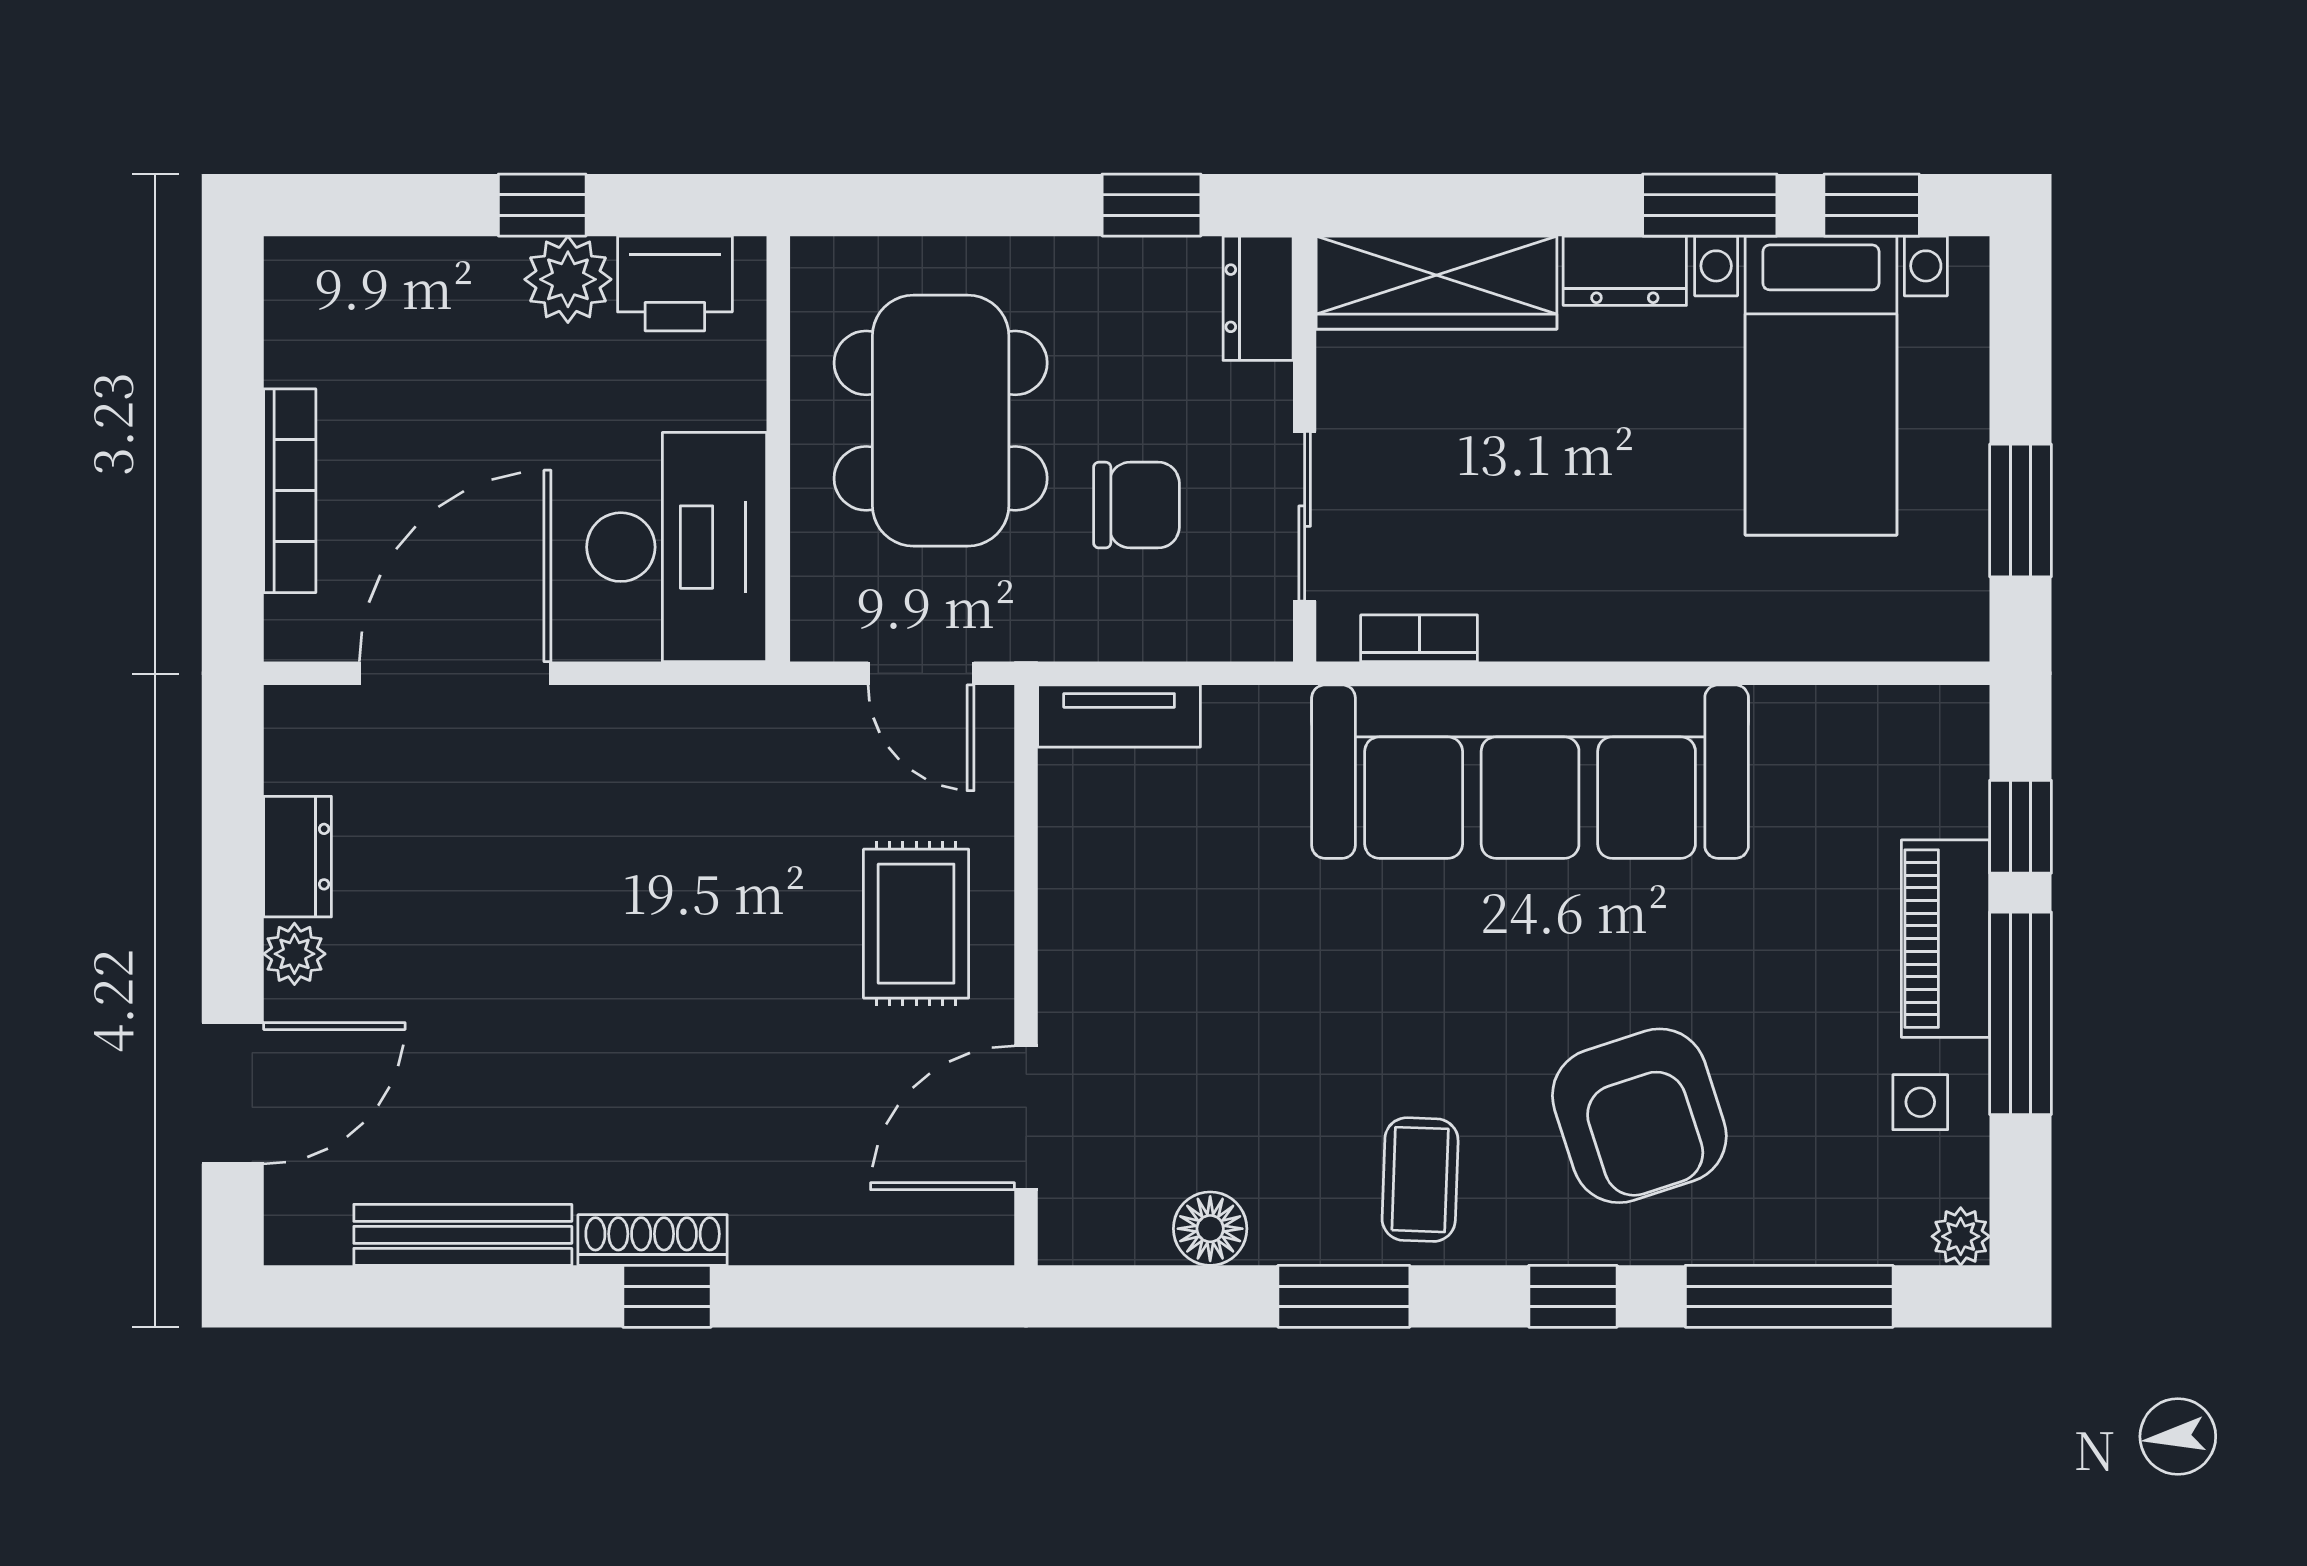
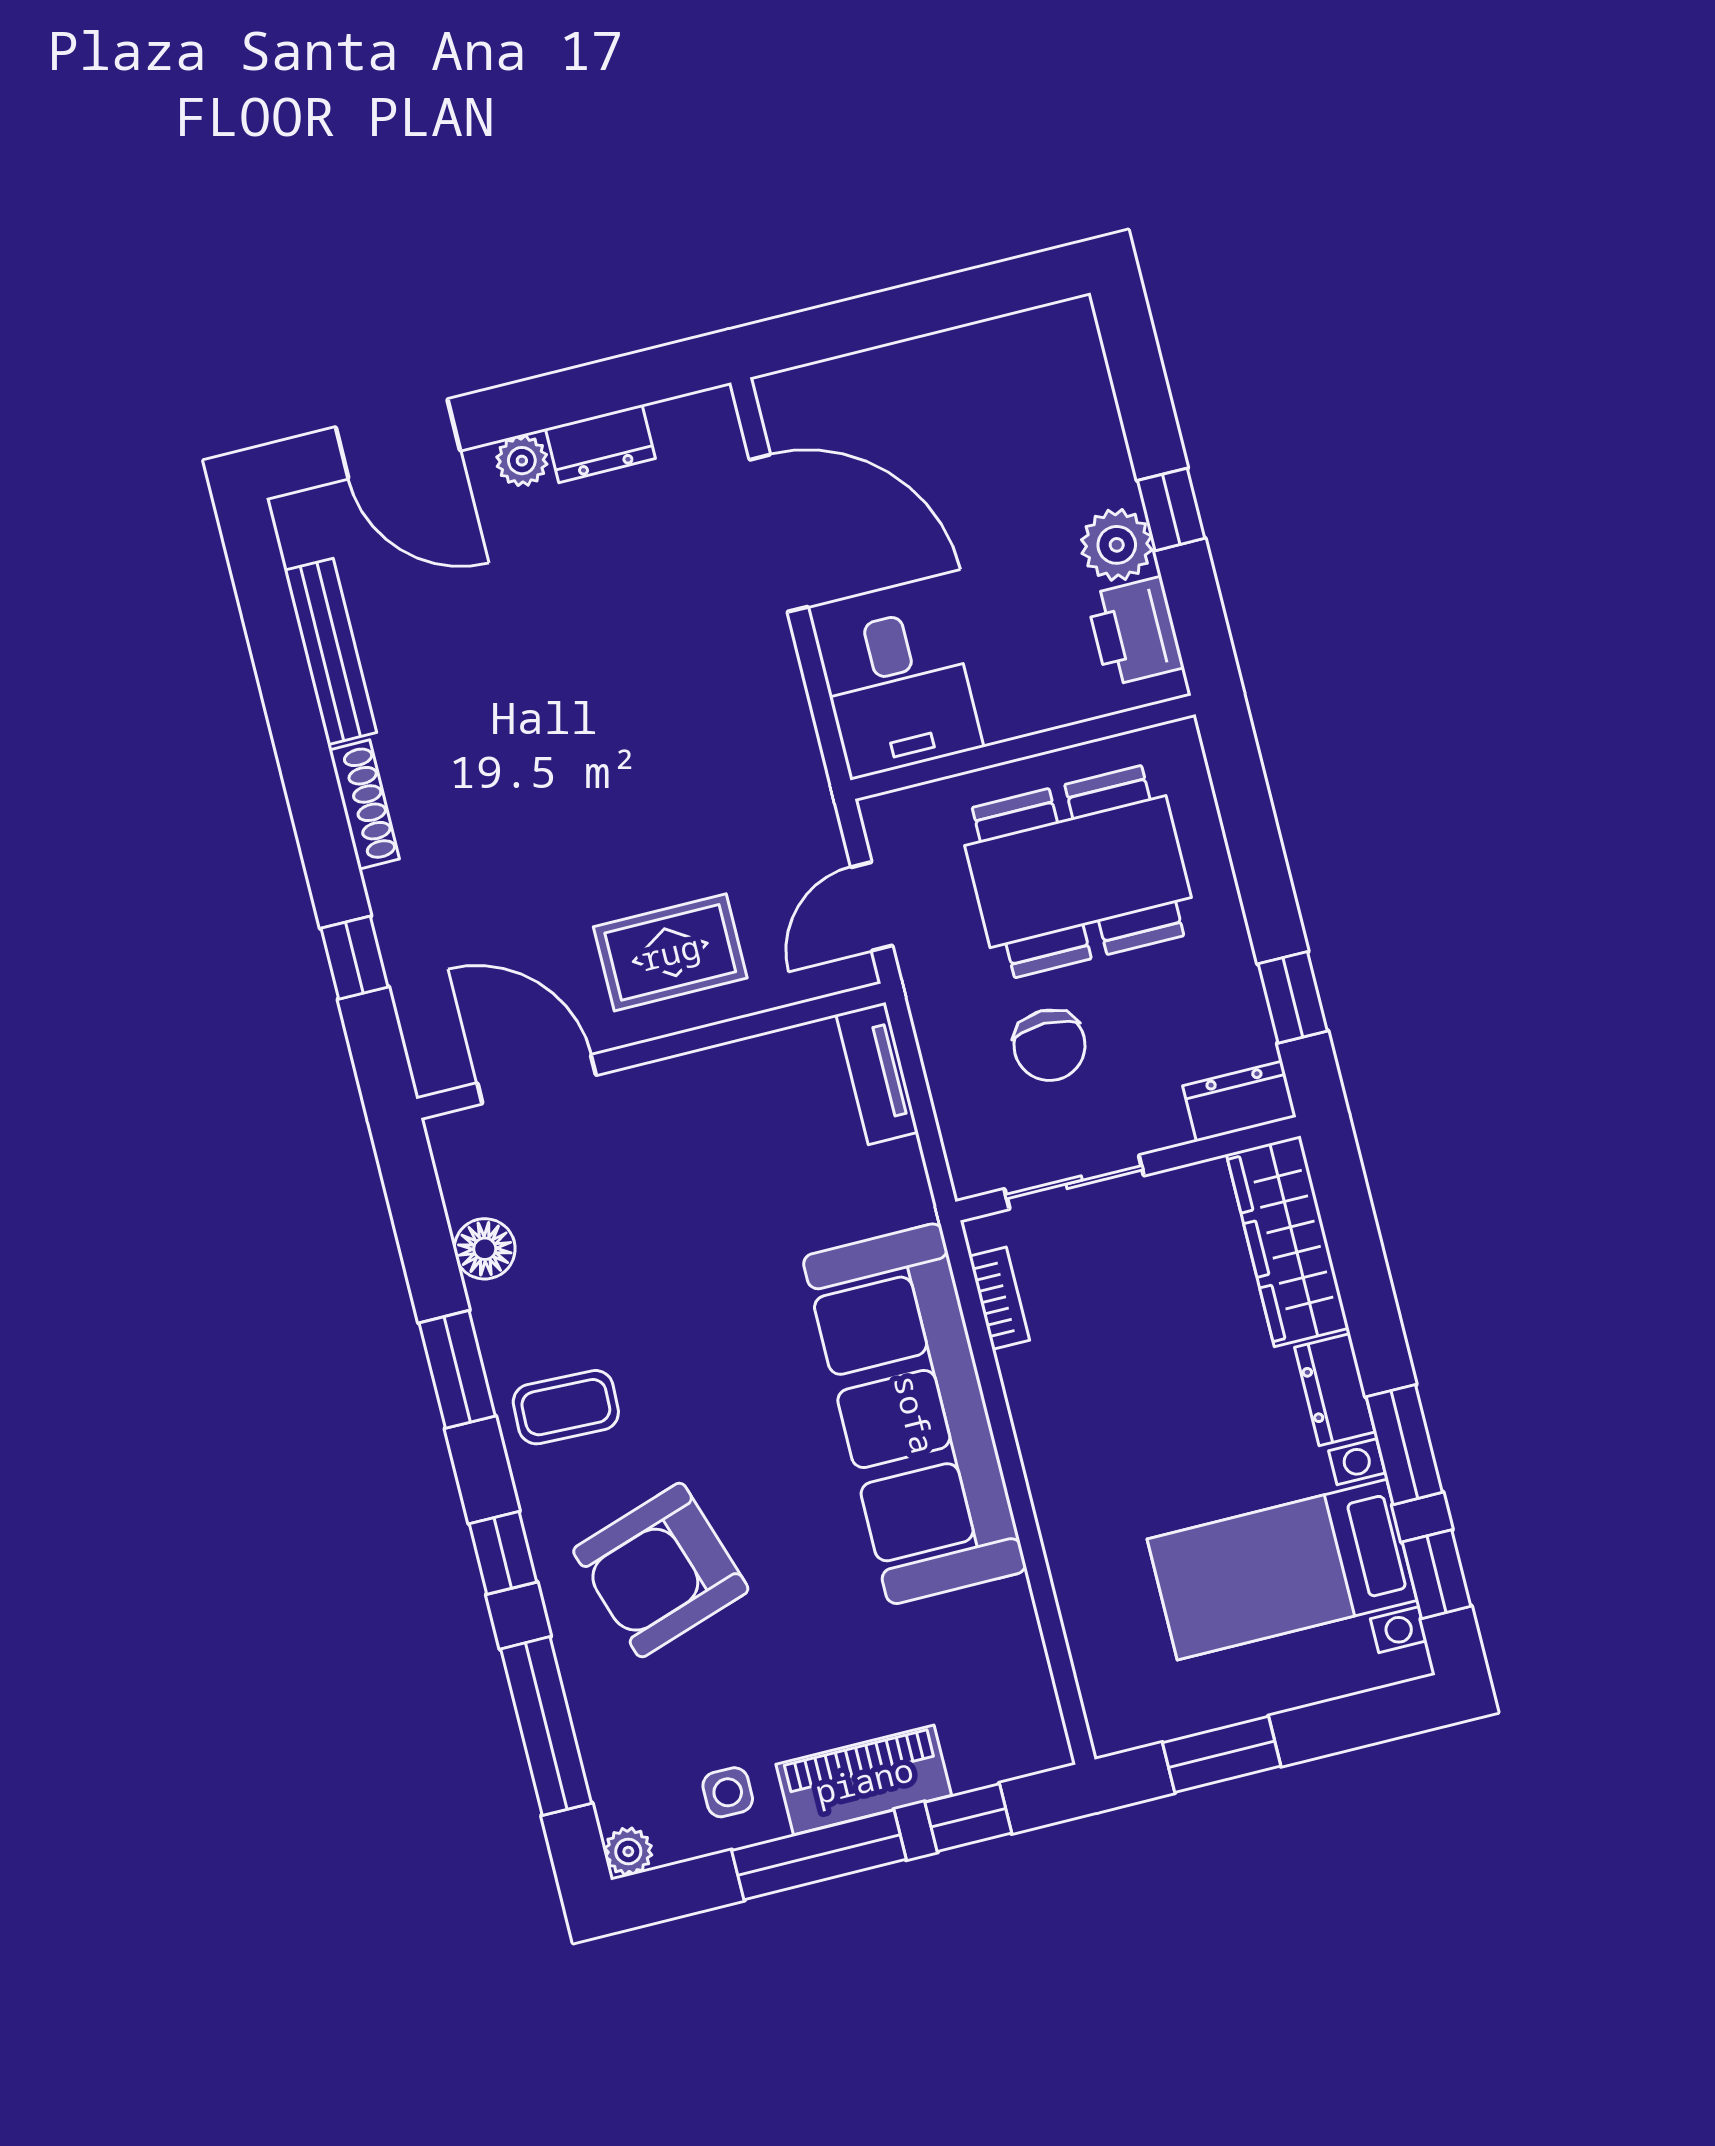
bookcase: (290, 491) -> (892, 364), removed
desk: (677, 547) -> (899, 692), width x0.73
window: (667, 1296) -> (354, 958), moved

